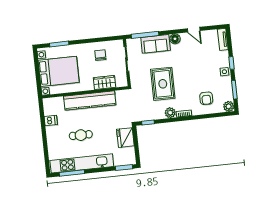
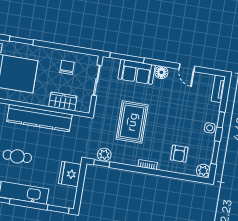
plant: (170, 113) -> (104, 155), moved

